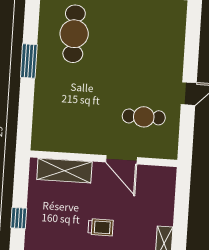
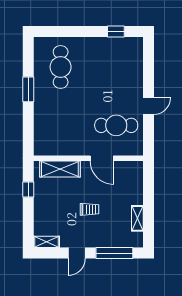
cafe table: (144, 117) -> (116, 125), width x1.37, depth x1.35
window: (19, 218) -> (28, 190), moved

